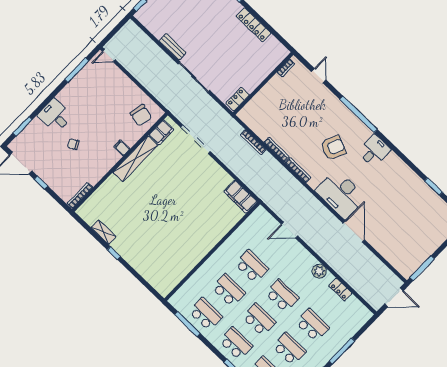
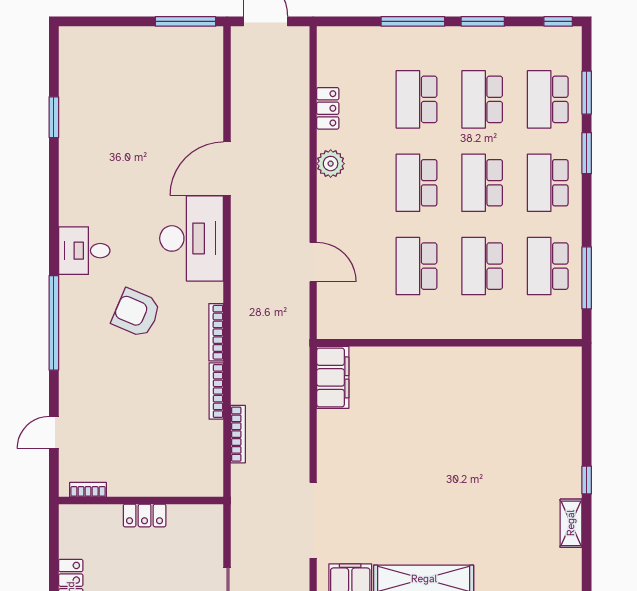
locker: (238, 99) -> (145, 515), moved

